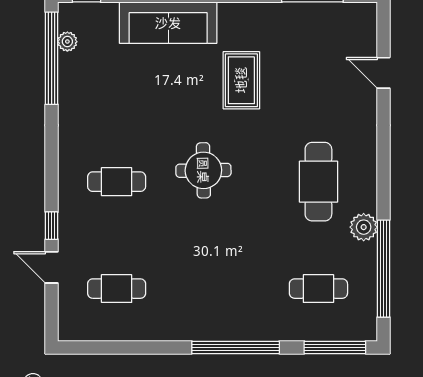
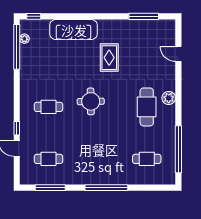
plant: (364, 227) -> (169, 98), moved
window: (335, 347) -> (50, 188), moved

